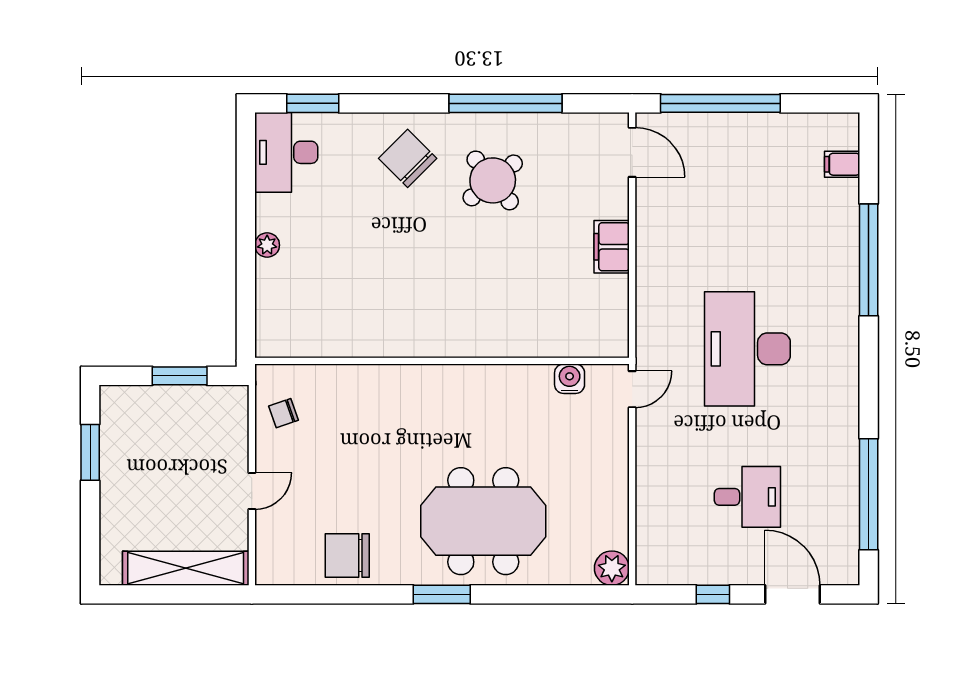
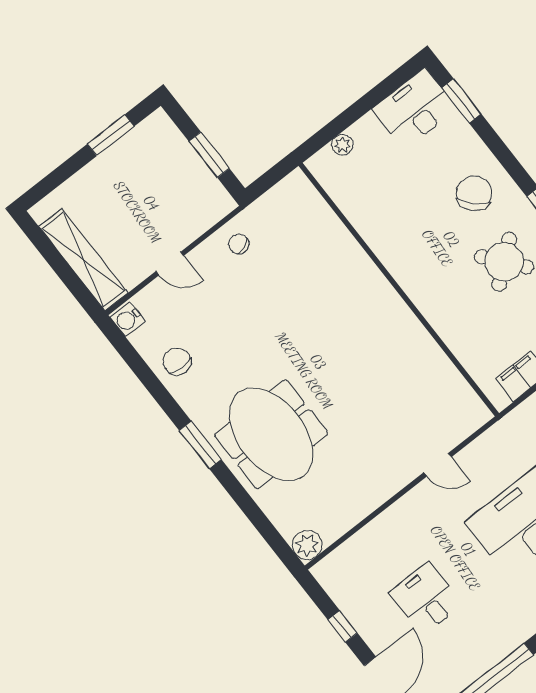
wall: (442, 361) -> (399, 290), moved
water cooler: (570, 379) -> (128, 319), moved, turned 180
desk: (747, 497) -> (426, 598), turned 180
chair: (347, 555) -> (177, 361), width x0.73, depth x0.73

